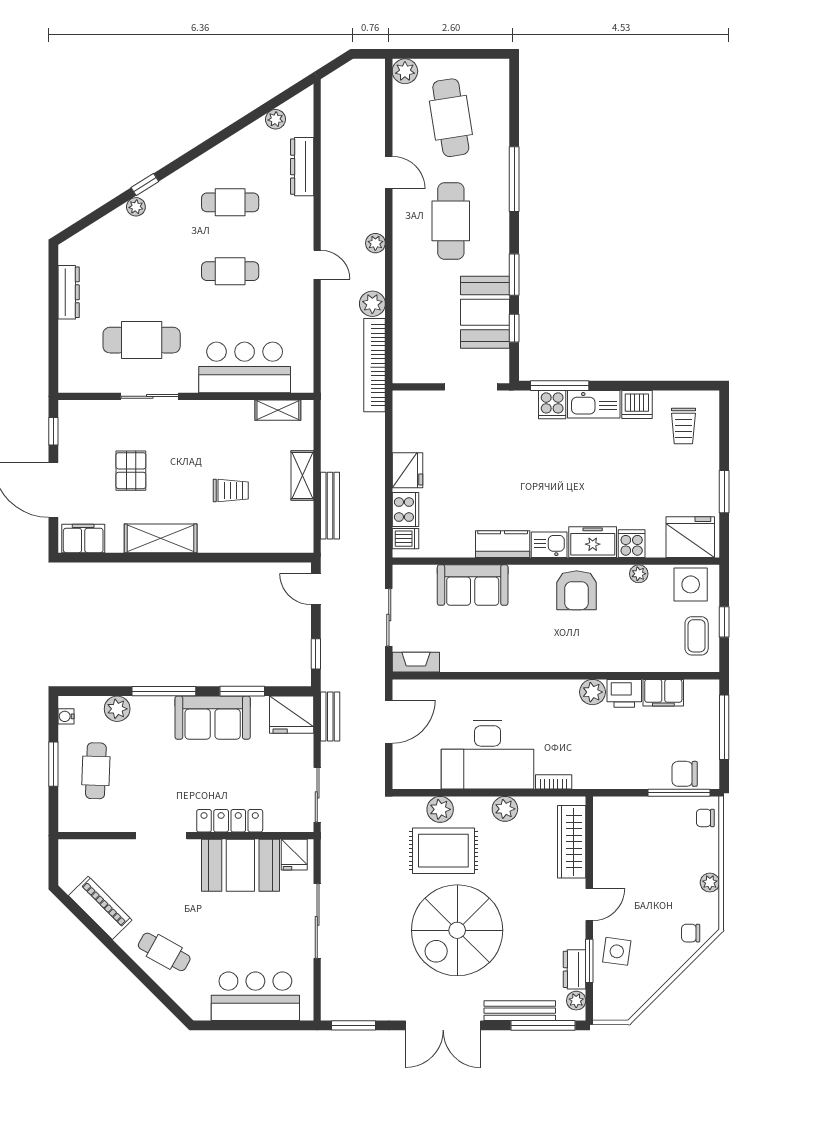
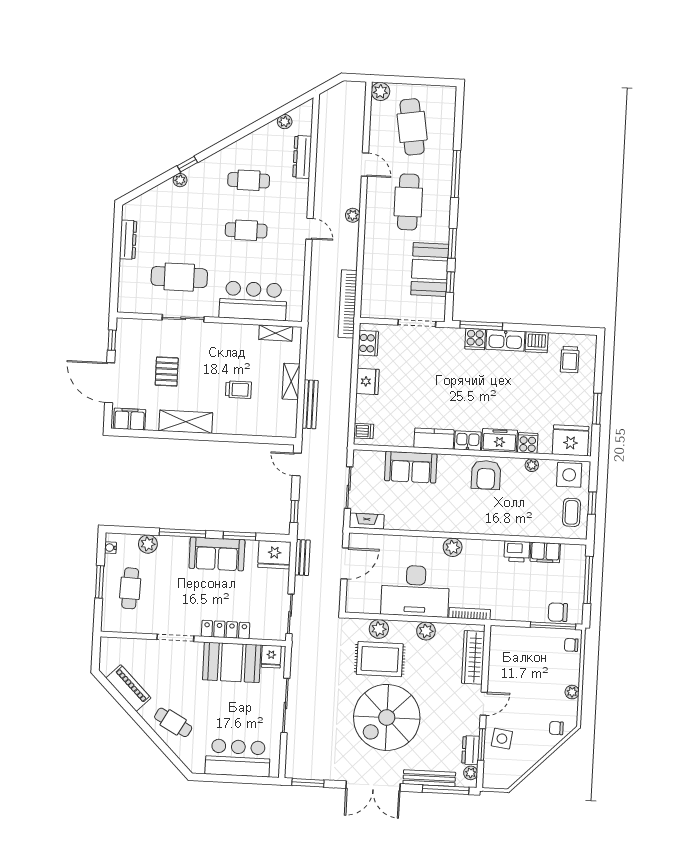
plant: (372, 304) -> (348, 259), removed
cooker: (406, 510) -> (368, 343), moved
plant: (592, 692) -> (453, 547), moved
bookcase: (554, 782) -> (470, 614), width x1.56

